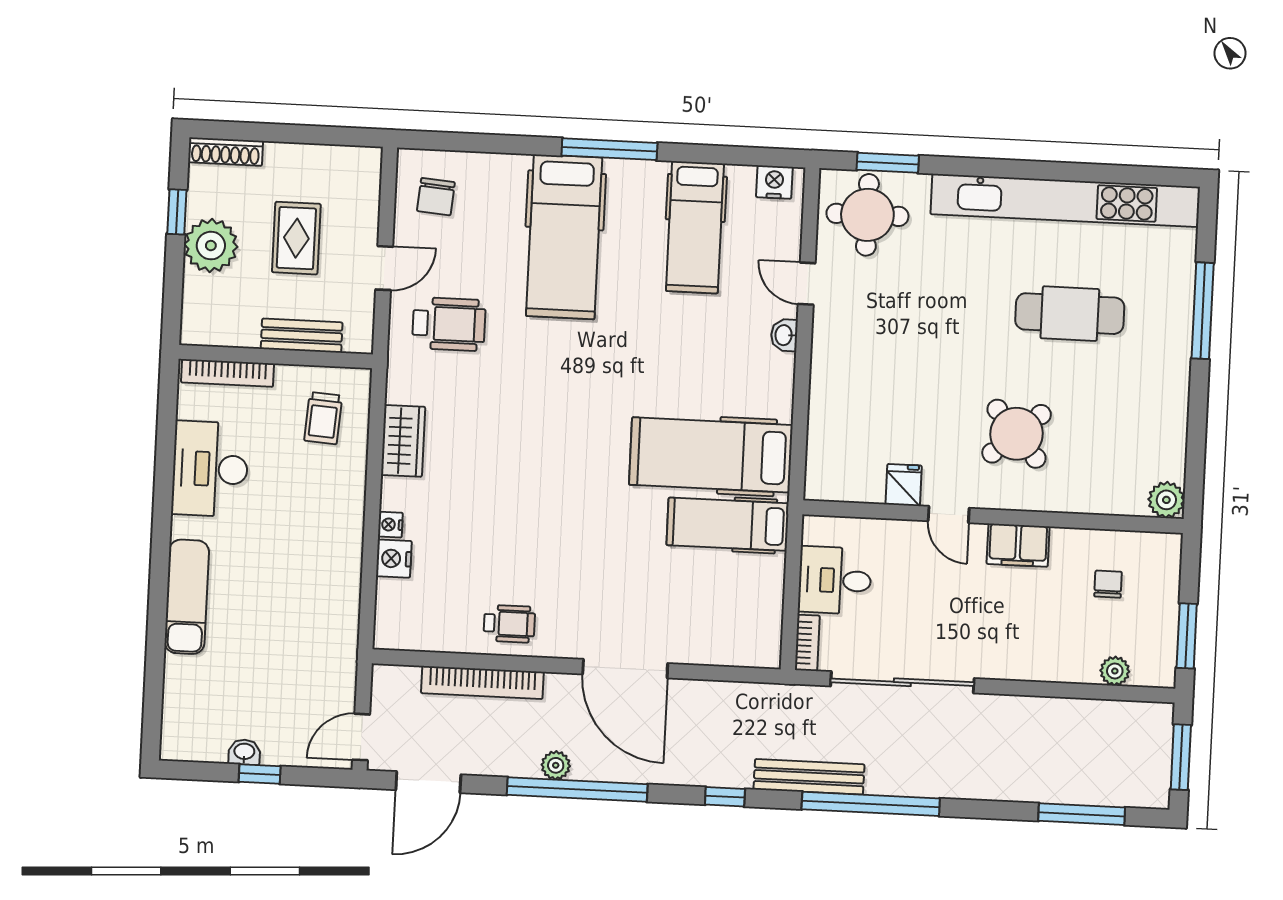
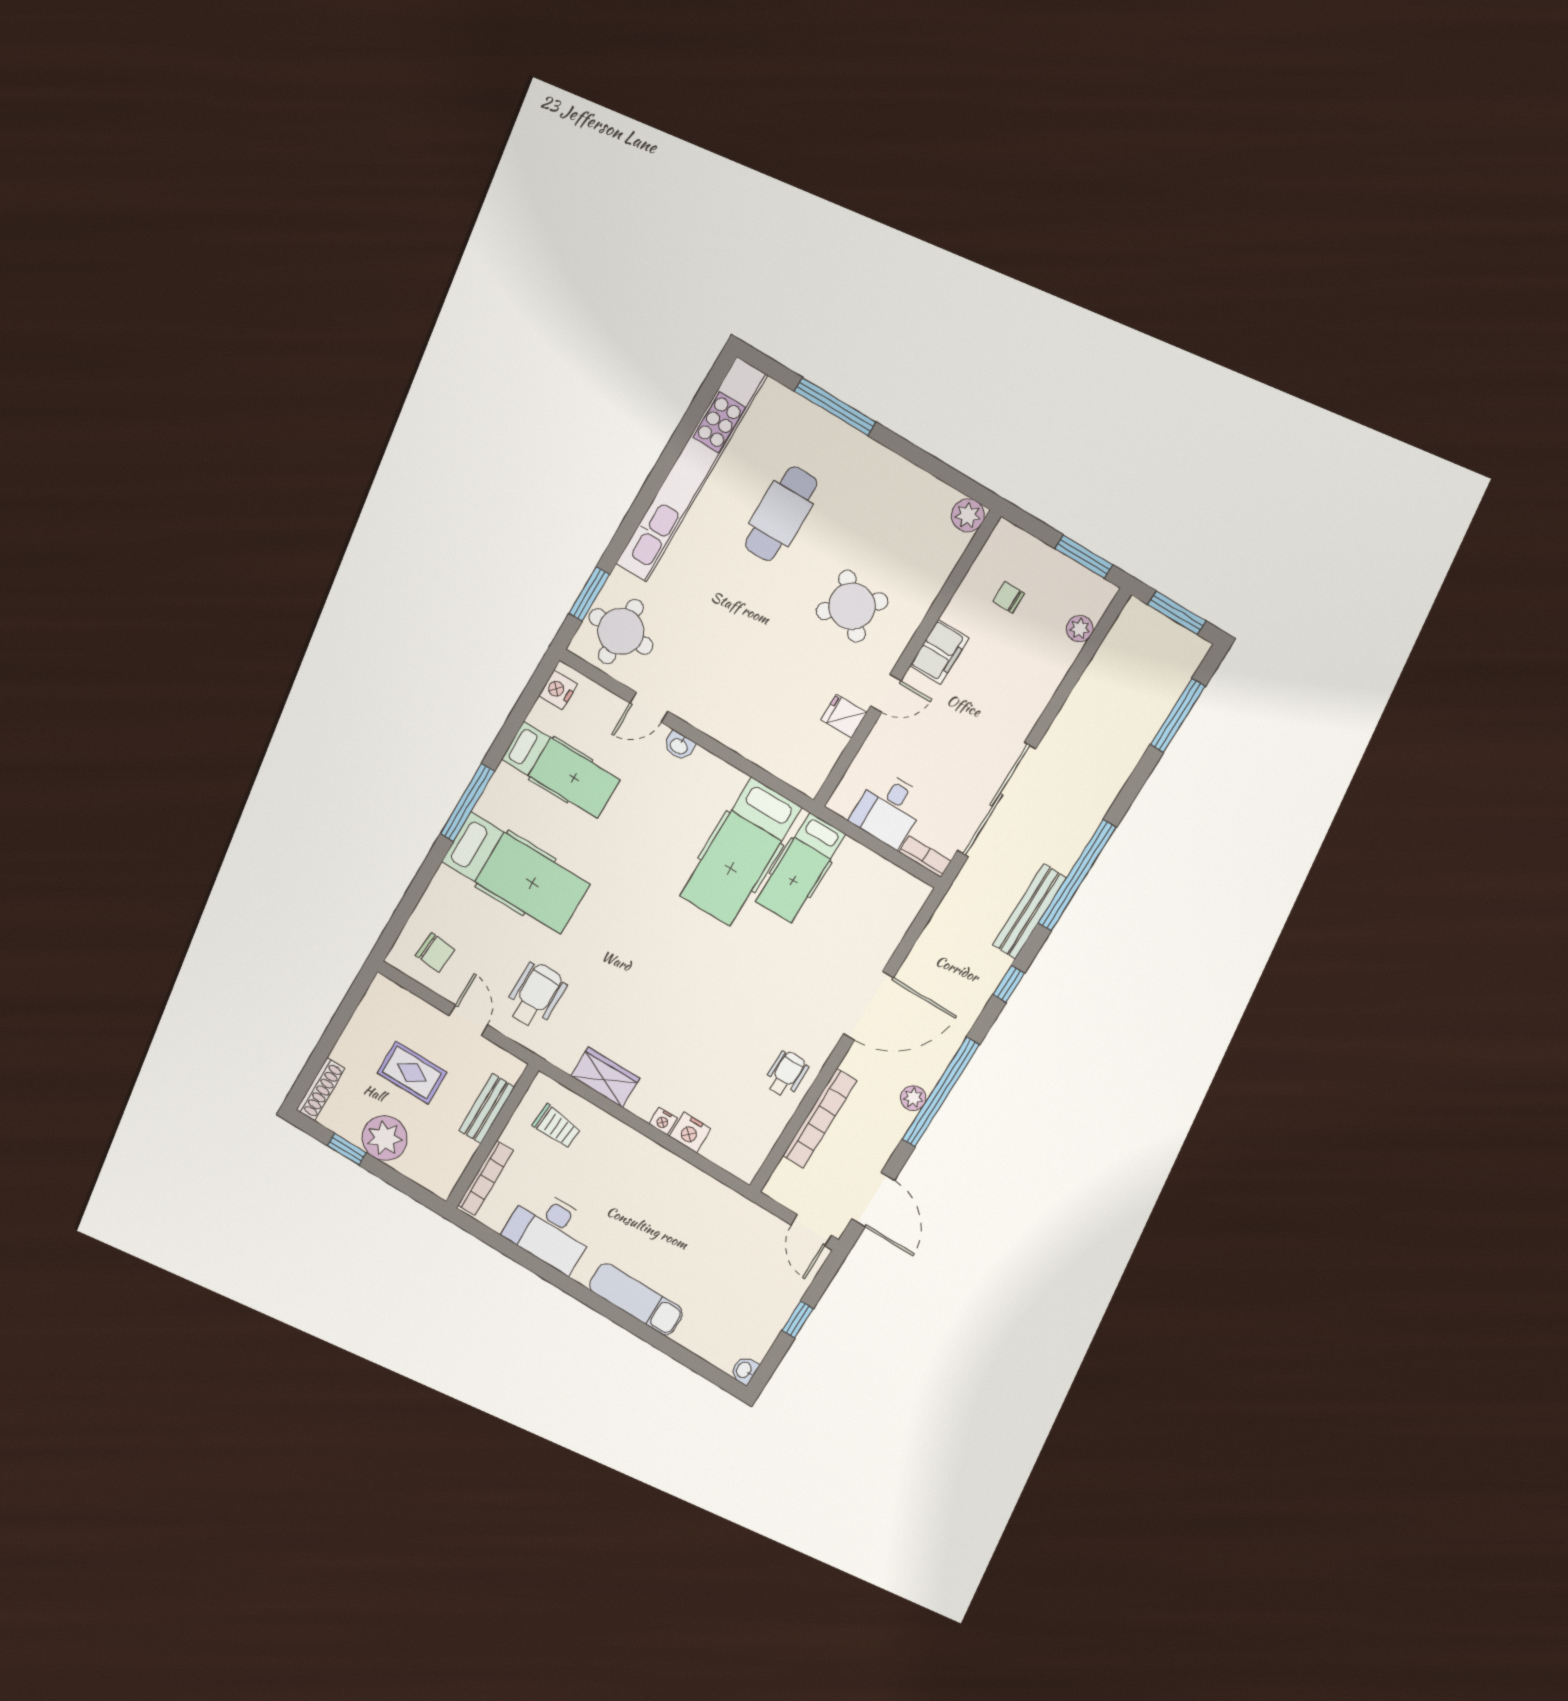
washbasin: (244, 752) -> (744, 1370), moved

